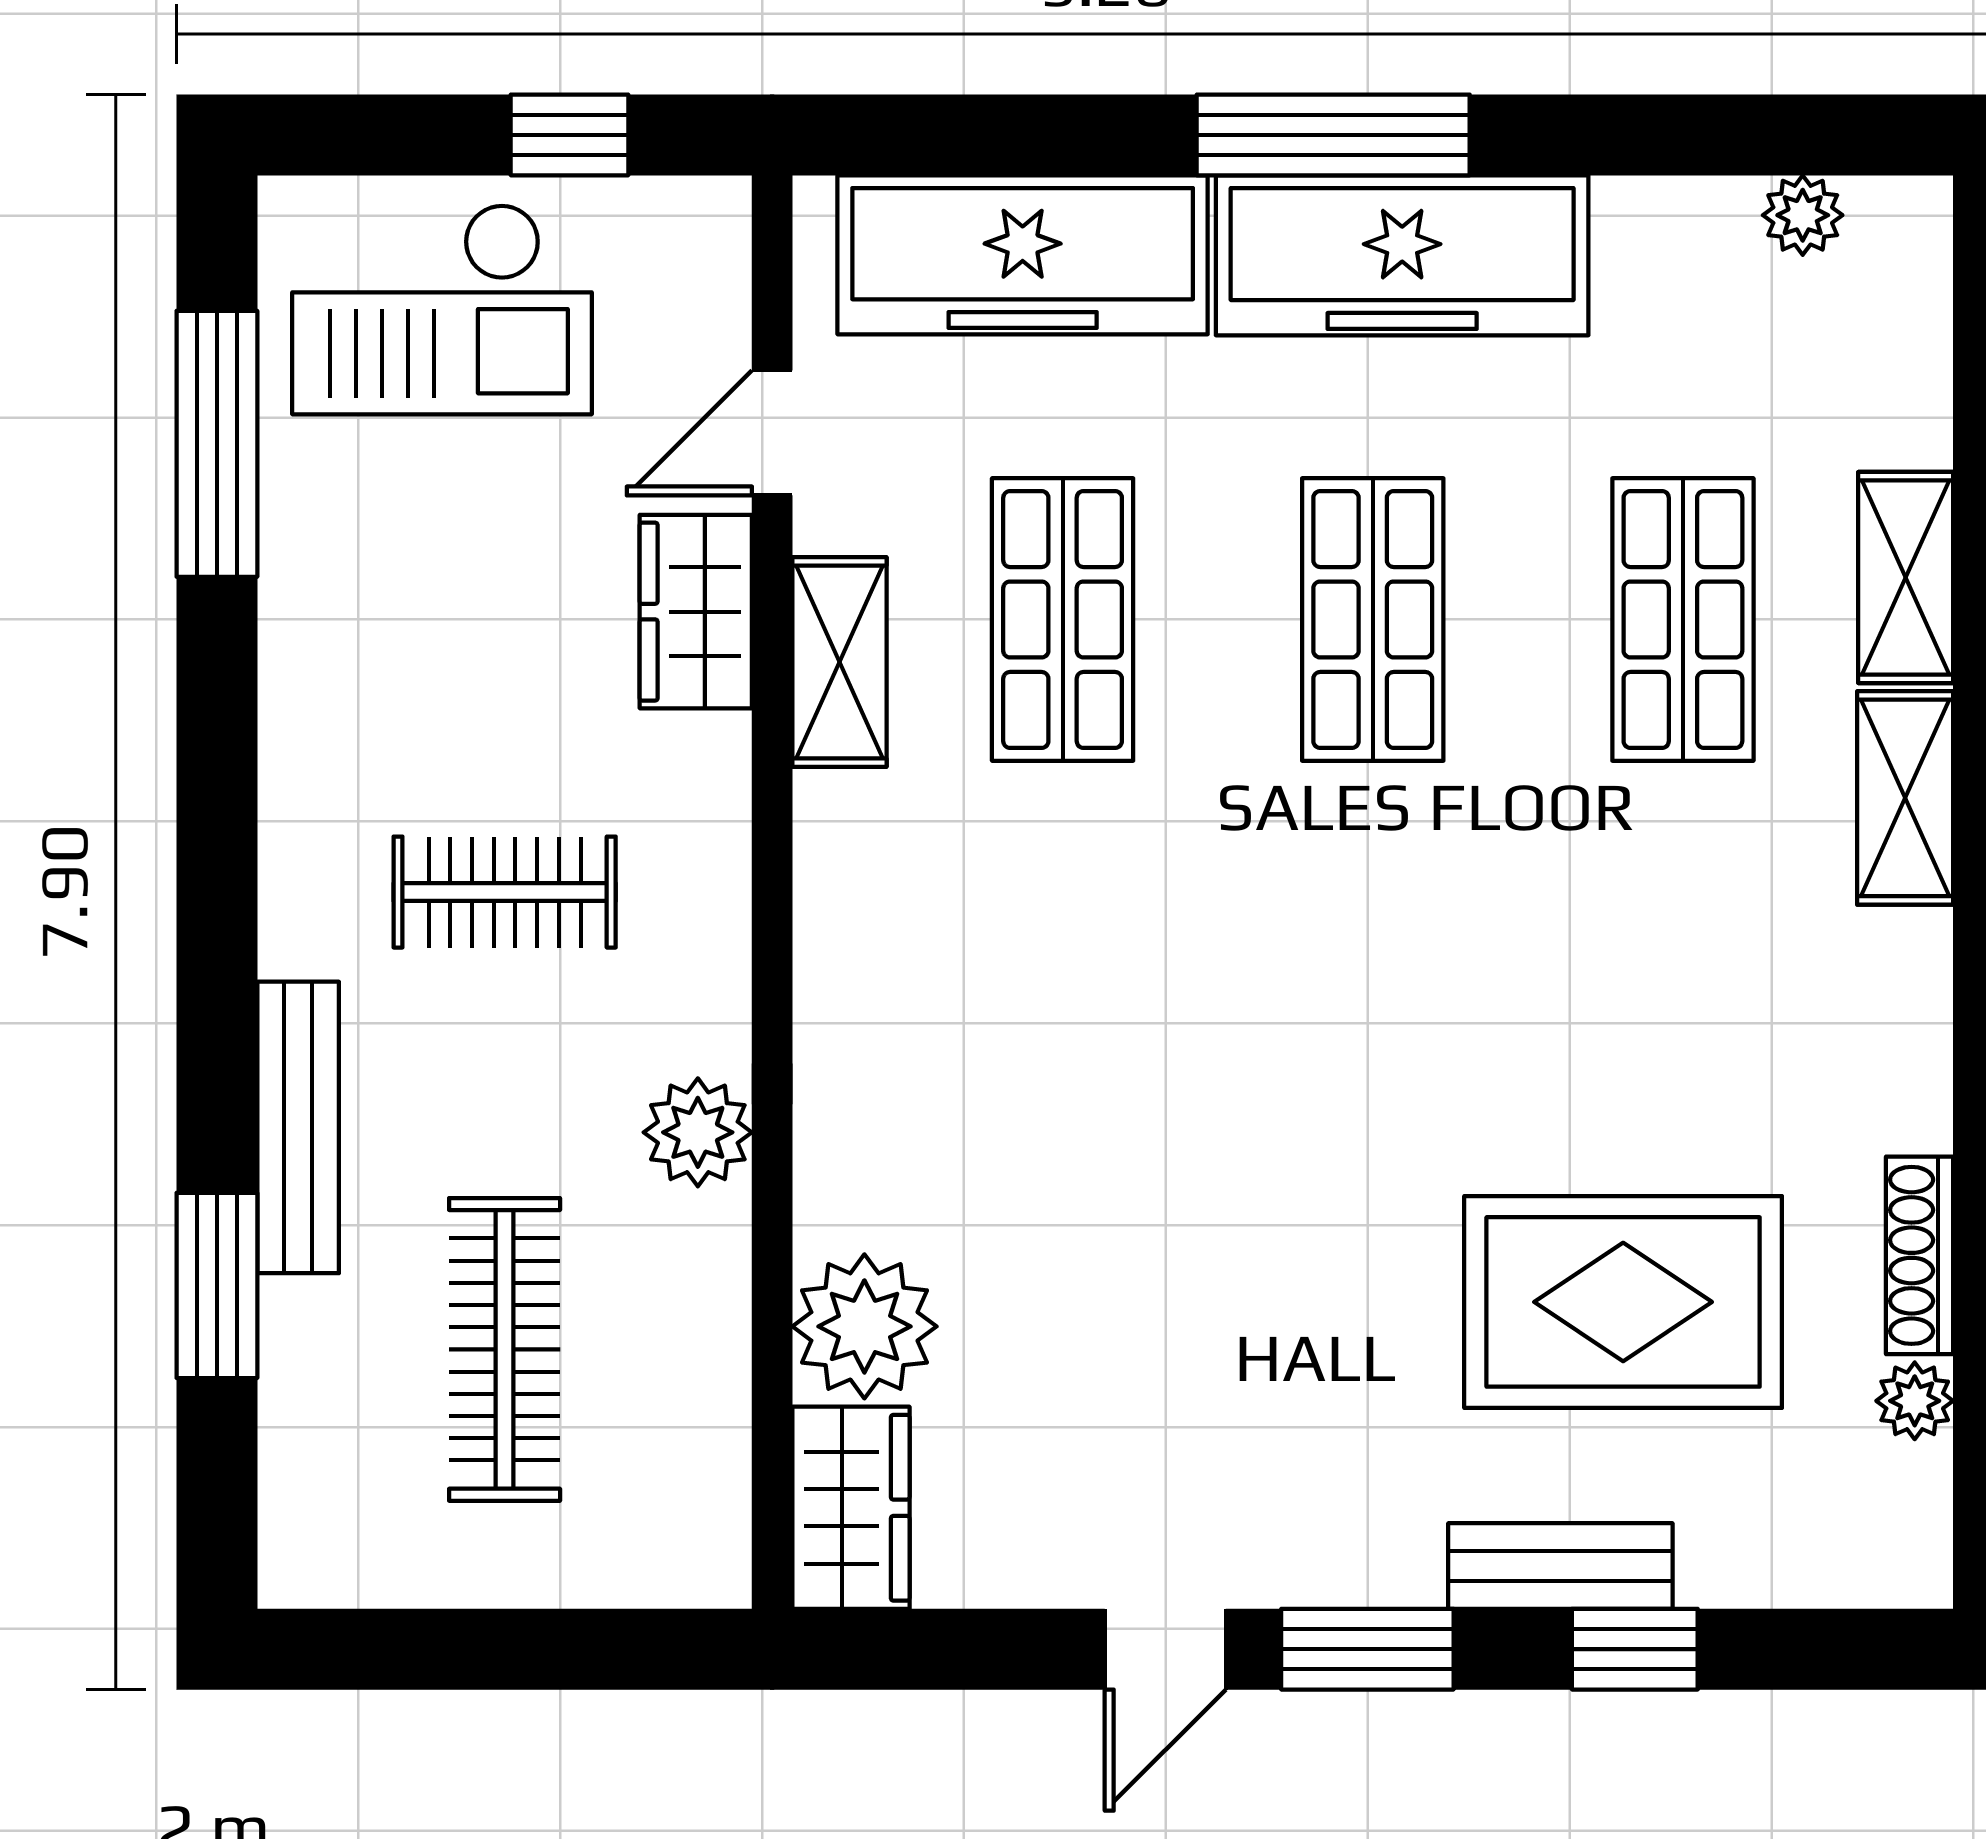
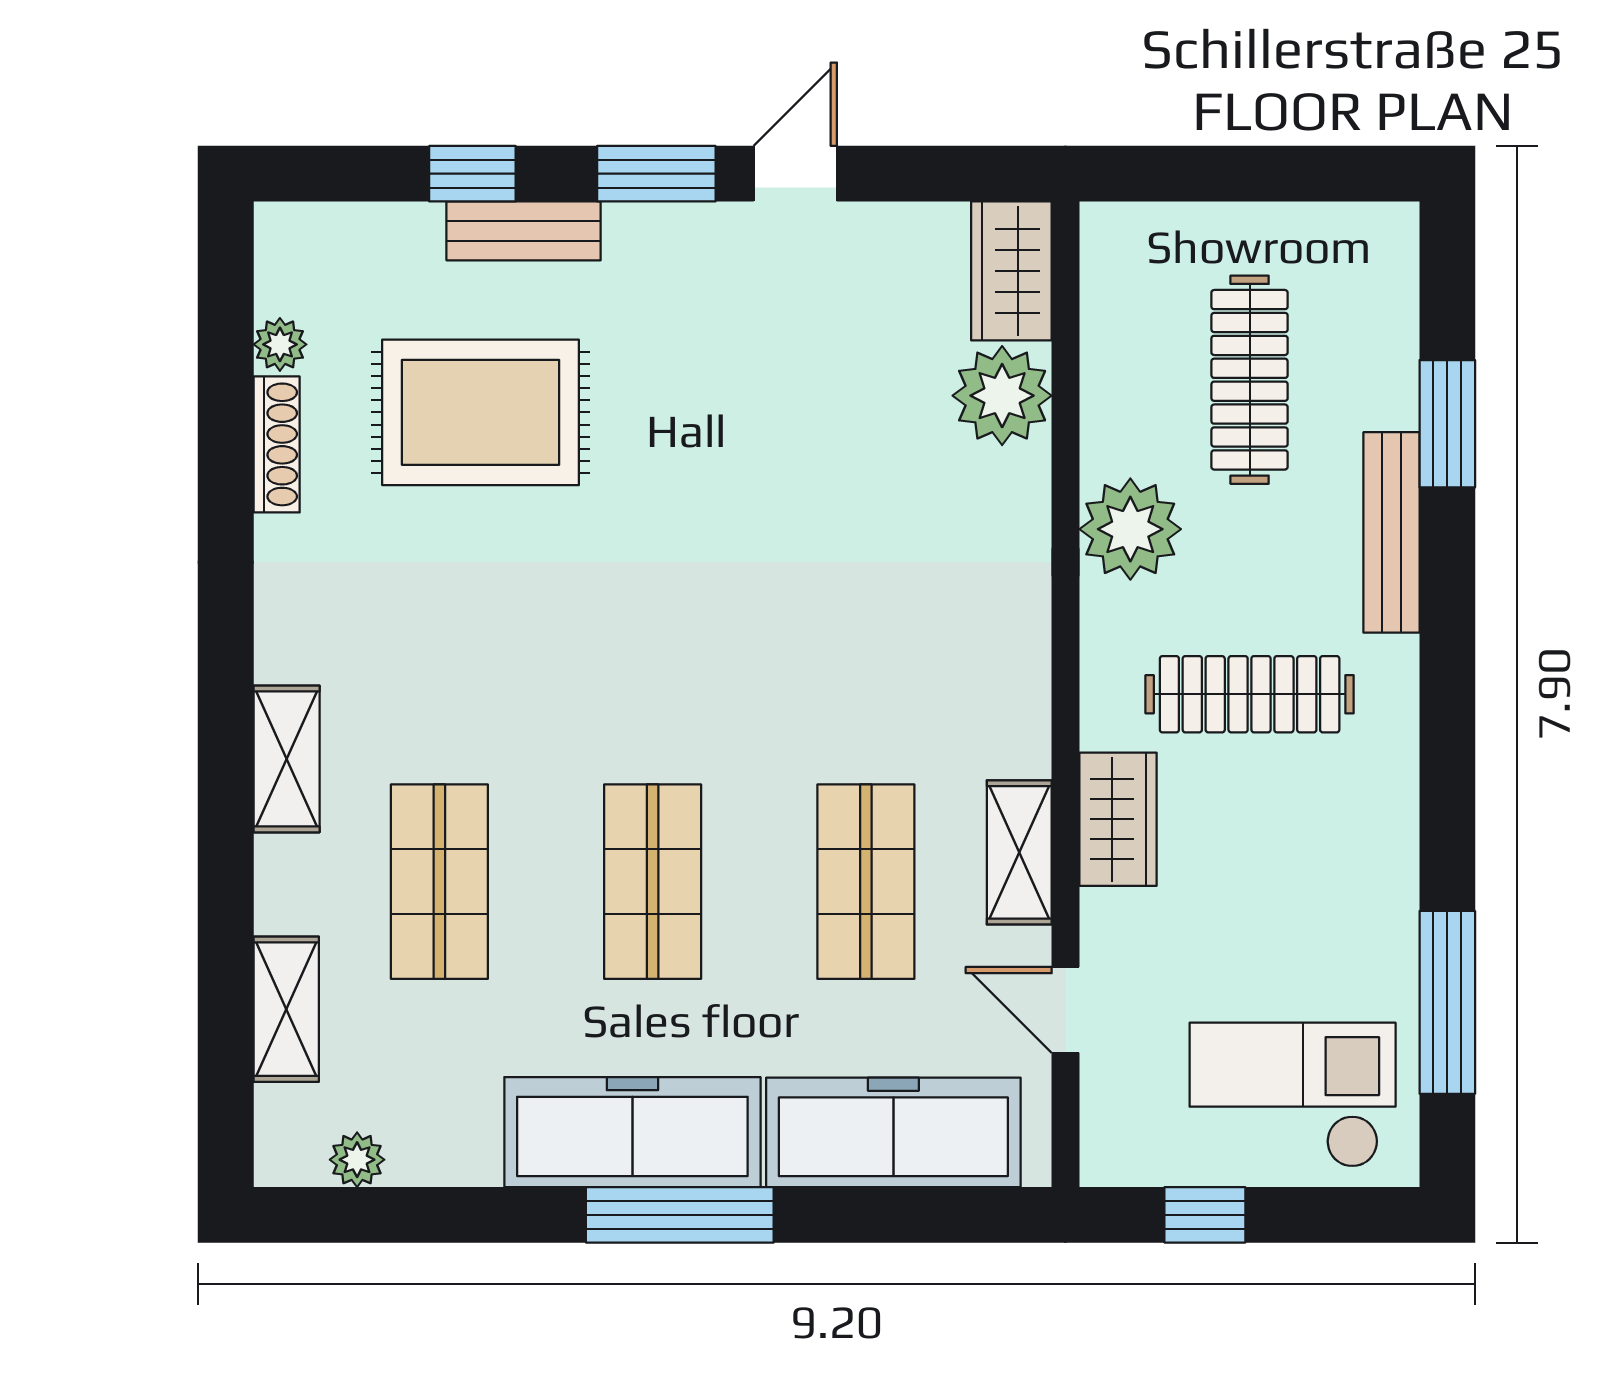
door: (772, 433) -> (1066, 1010), swing flipped
shelving: (1906, 578) -> (286, 1009), moved
wardrobe: (696, 612) -> (1118, 819), moved
clothes rail: (505, 892) -> (1250, 694), width x1.36
plant: (698, 1132) -> (1130, 529), width x1.36, depth x1.36

